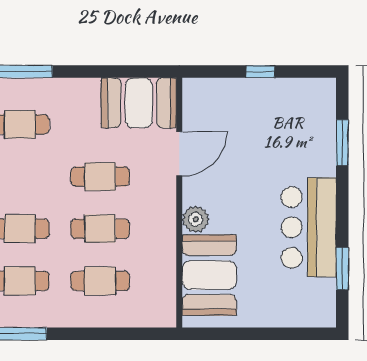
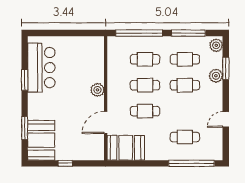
bar counter: (309, 227) -> (41, 68), moved
window: (342, 269) -> (25, 80), moved
booth: (209, 275) -> (41, 140), moved
window: (112, 334) -> (139, 33), added

